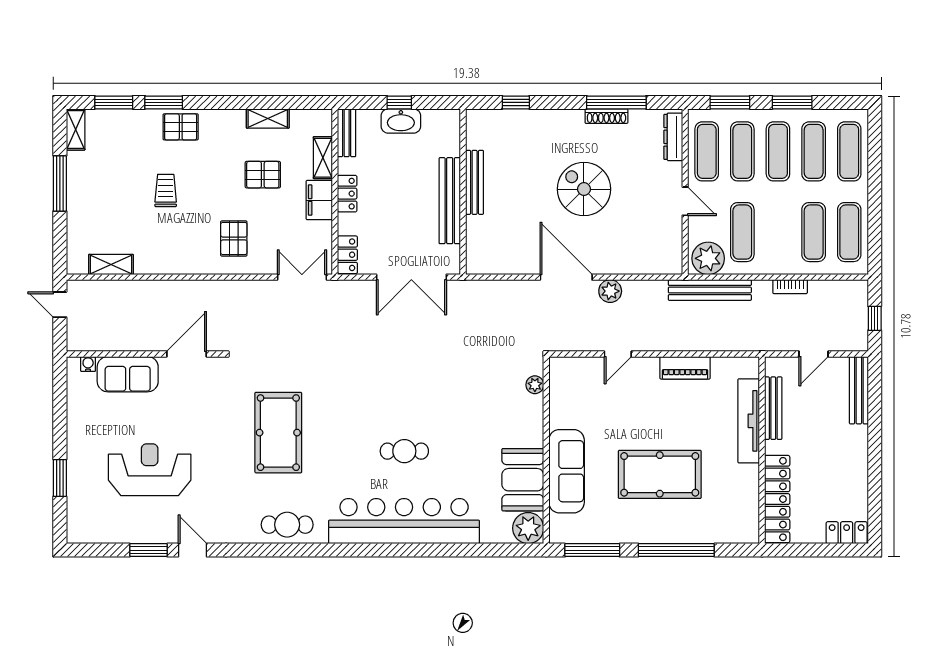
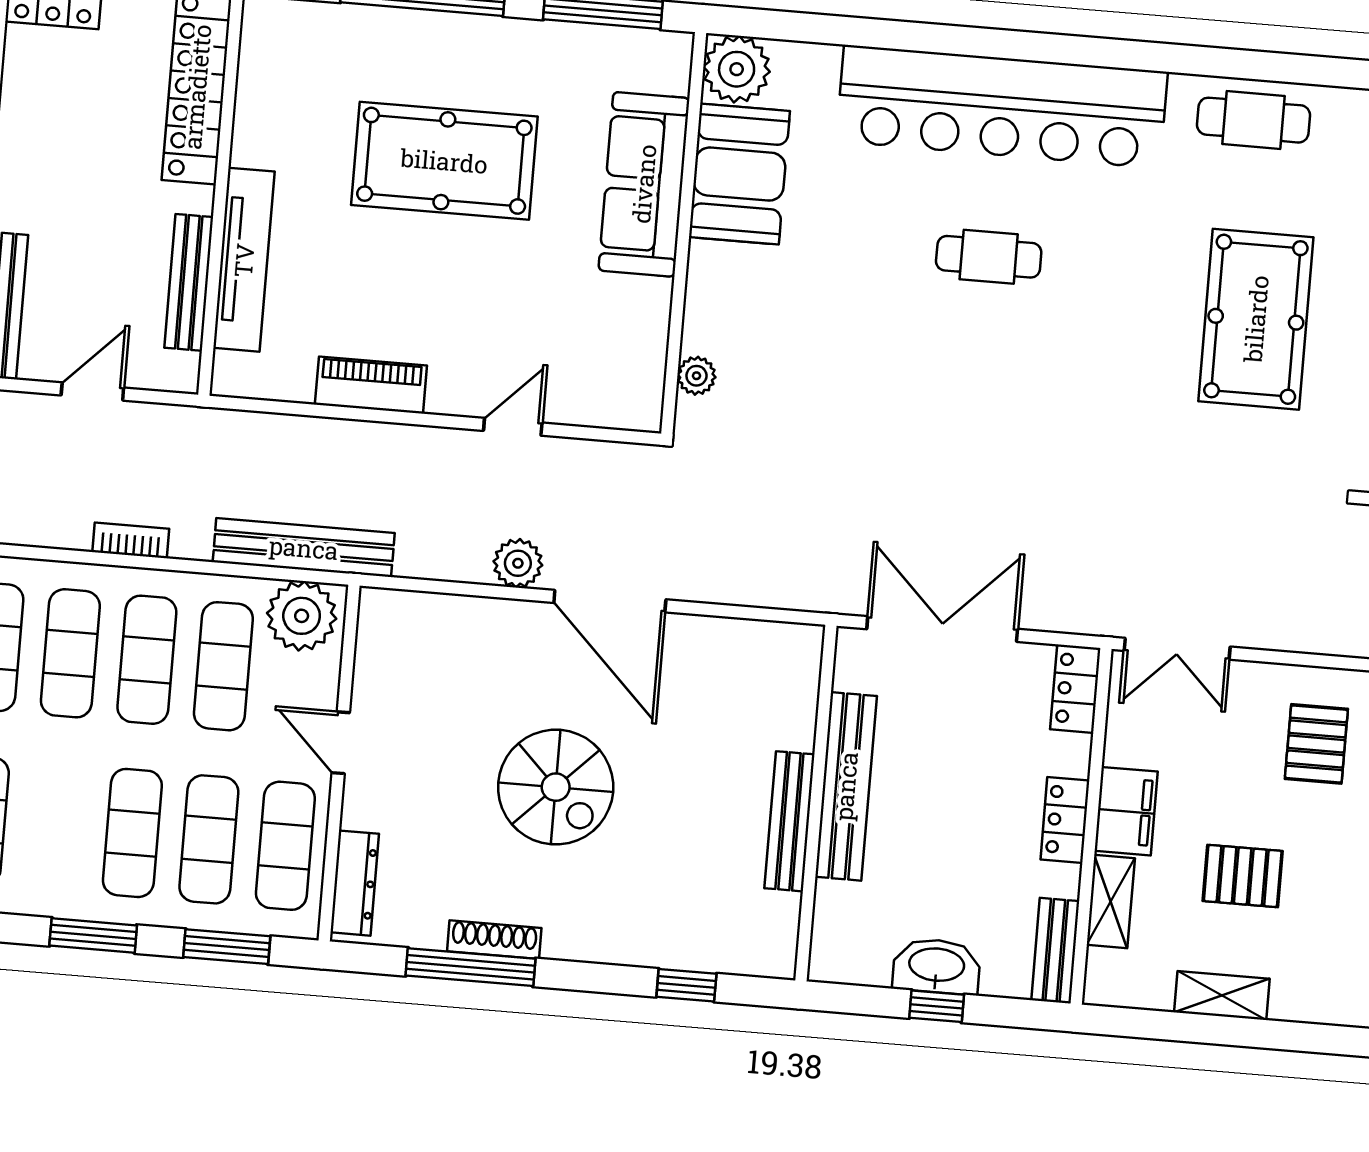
exercise mat: (814, 151) -> (147, 660), moved

